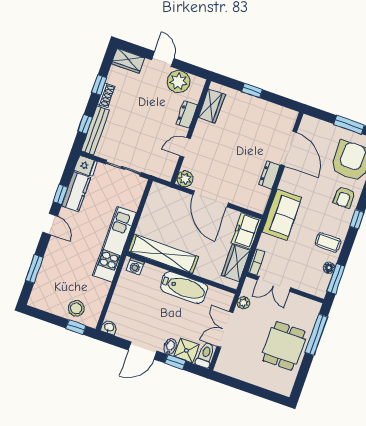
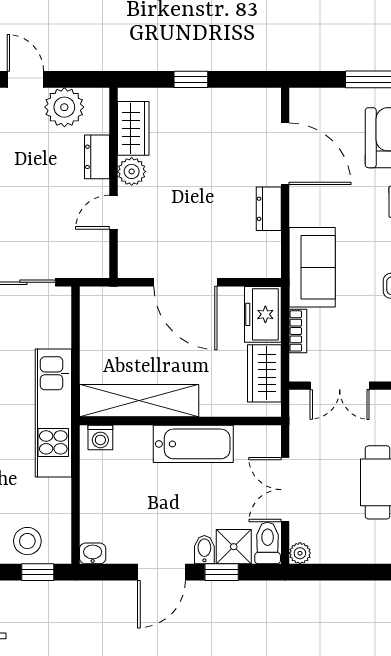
plant: (185, 179) -> (132, 171), moved
bookcase: (256, 262) -> (298, 331), moved
plant: (243, 303) -> (300, 553), moved

